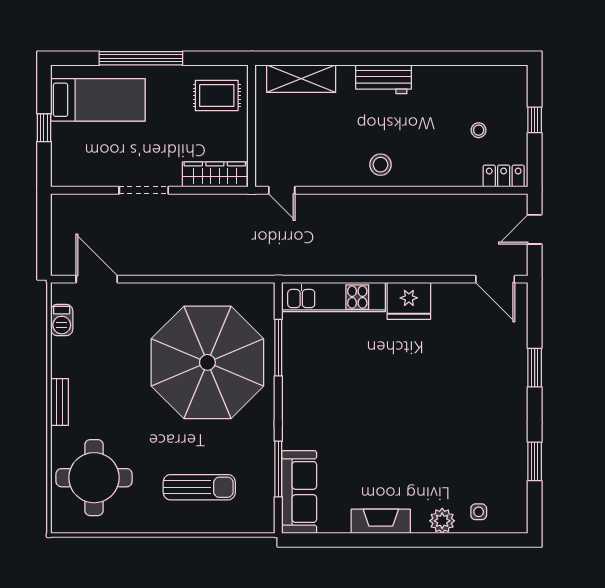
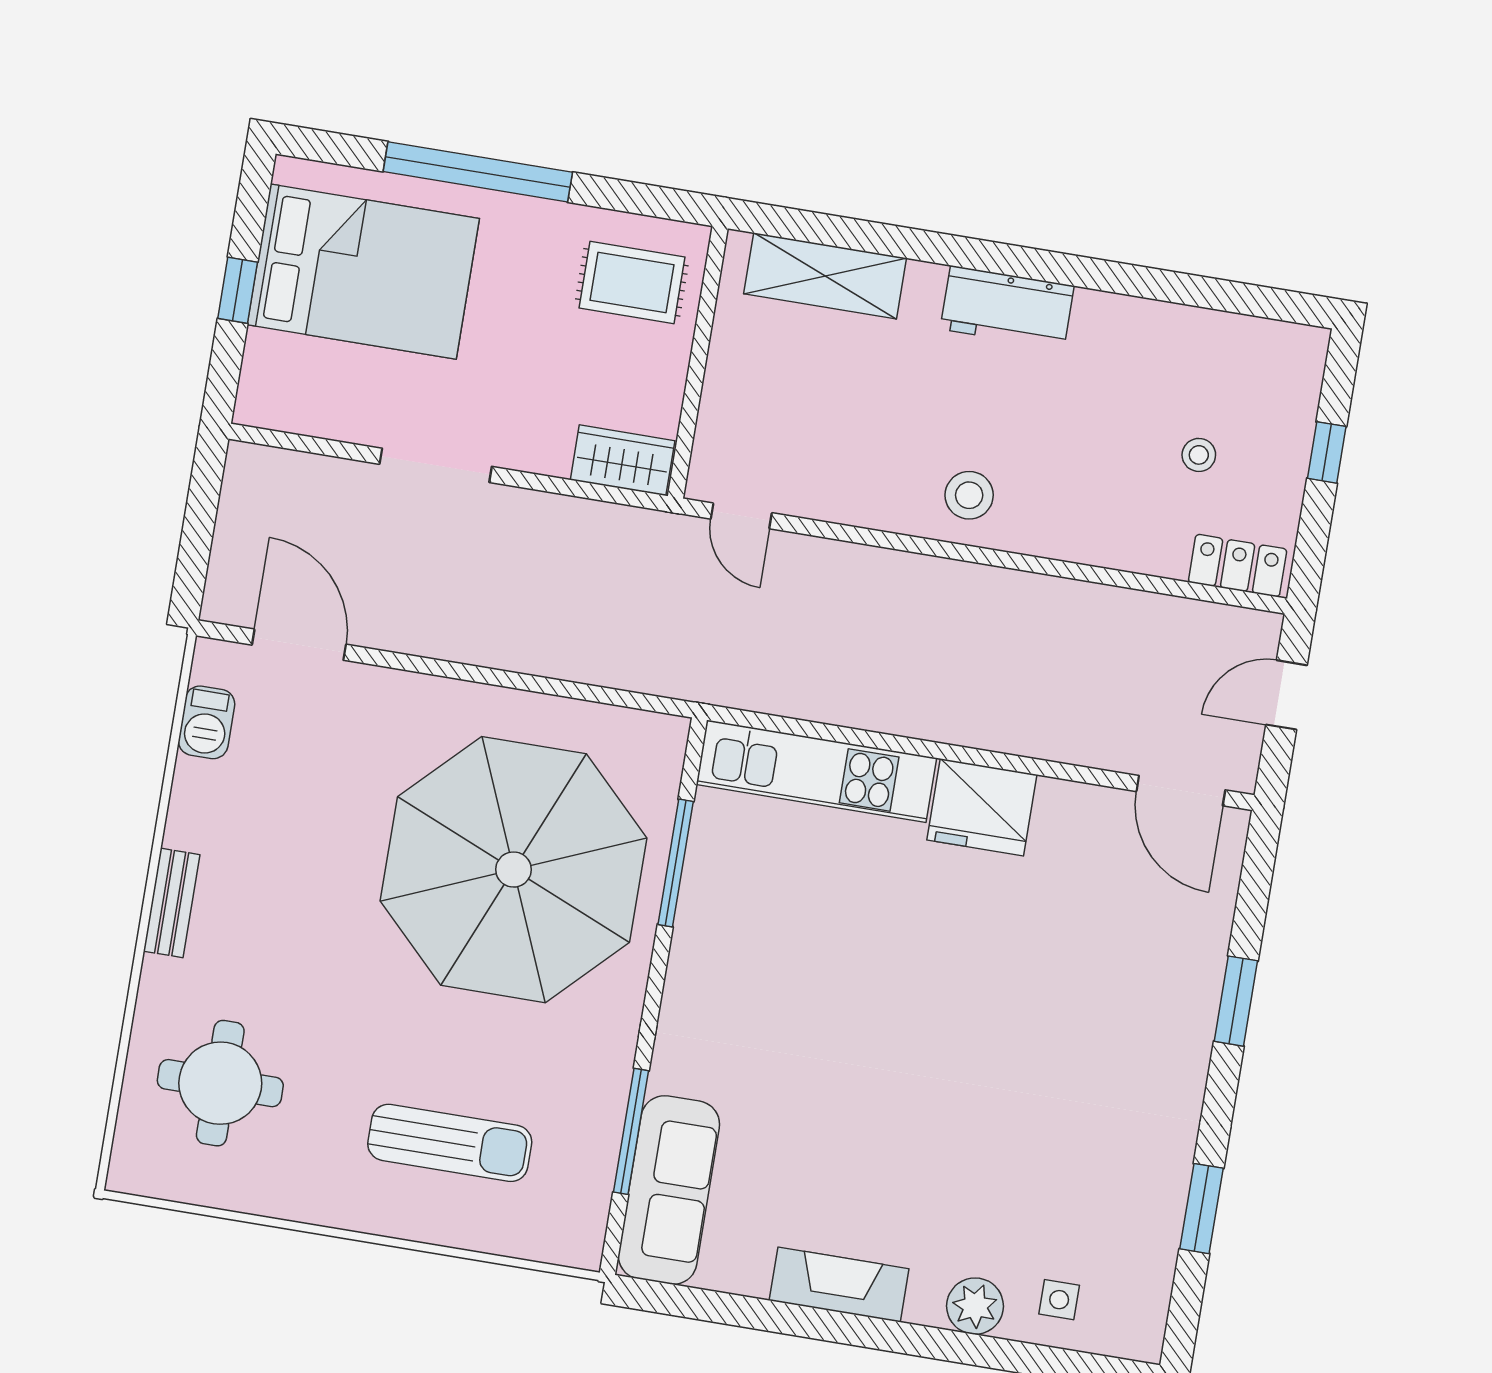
bed: (98, 100) -> (363, 272), width x1.50
wardrobe: (215, 174) -> (623, 460), width x0.67
round table: (94, 478) -> (220, 1083), width x0.73, depth x0.73

